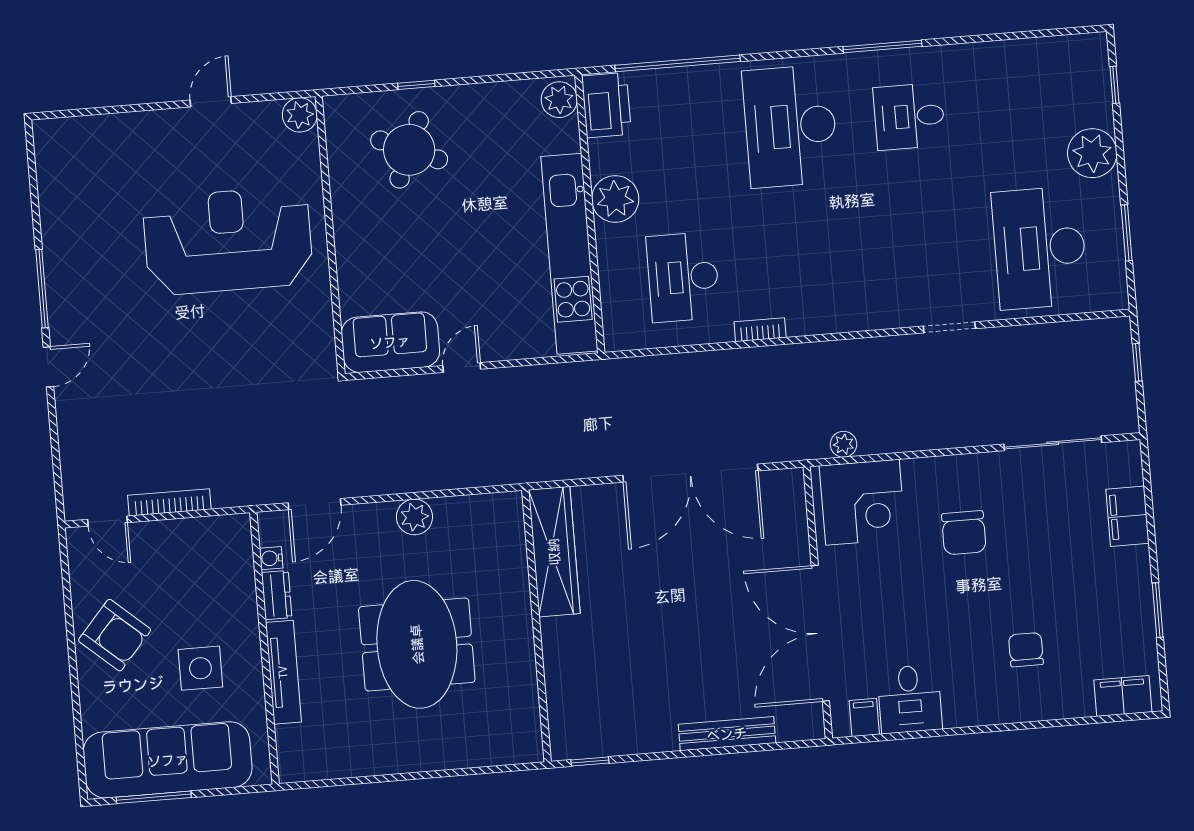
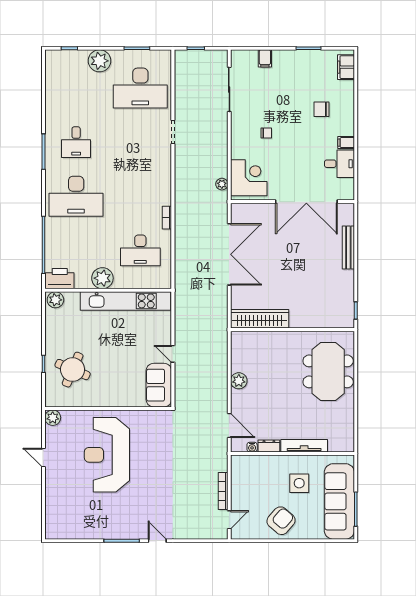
filing cabinet: (1127, 516) -> (265, 58), width x0.50
chair: (964, 533) -> (266, 133), width x0.54, depth x0.54
meeting table: (417, 644) -> (328, 371), moved, turned 90
filing cabinet: (864, 717) -> (346, 143), moved

